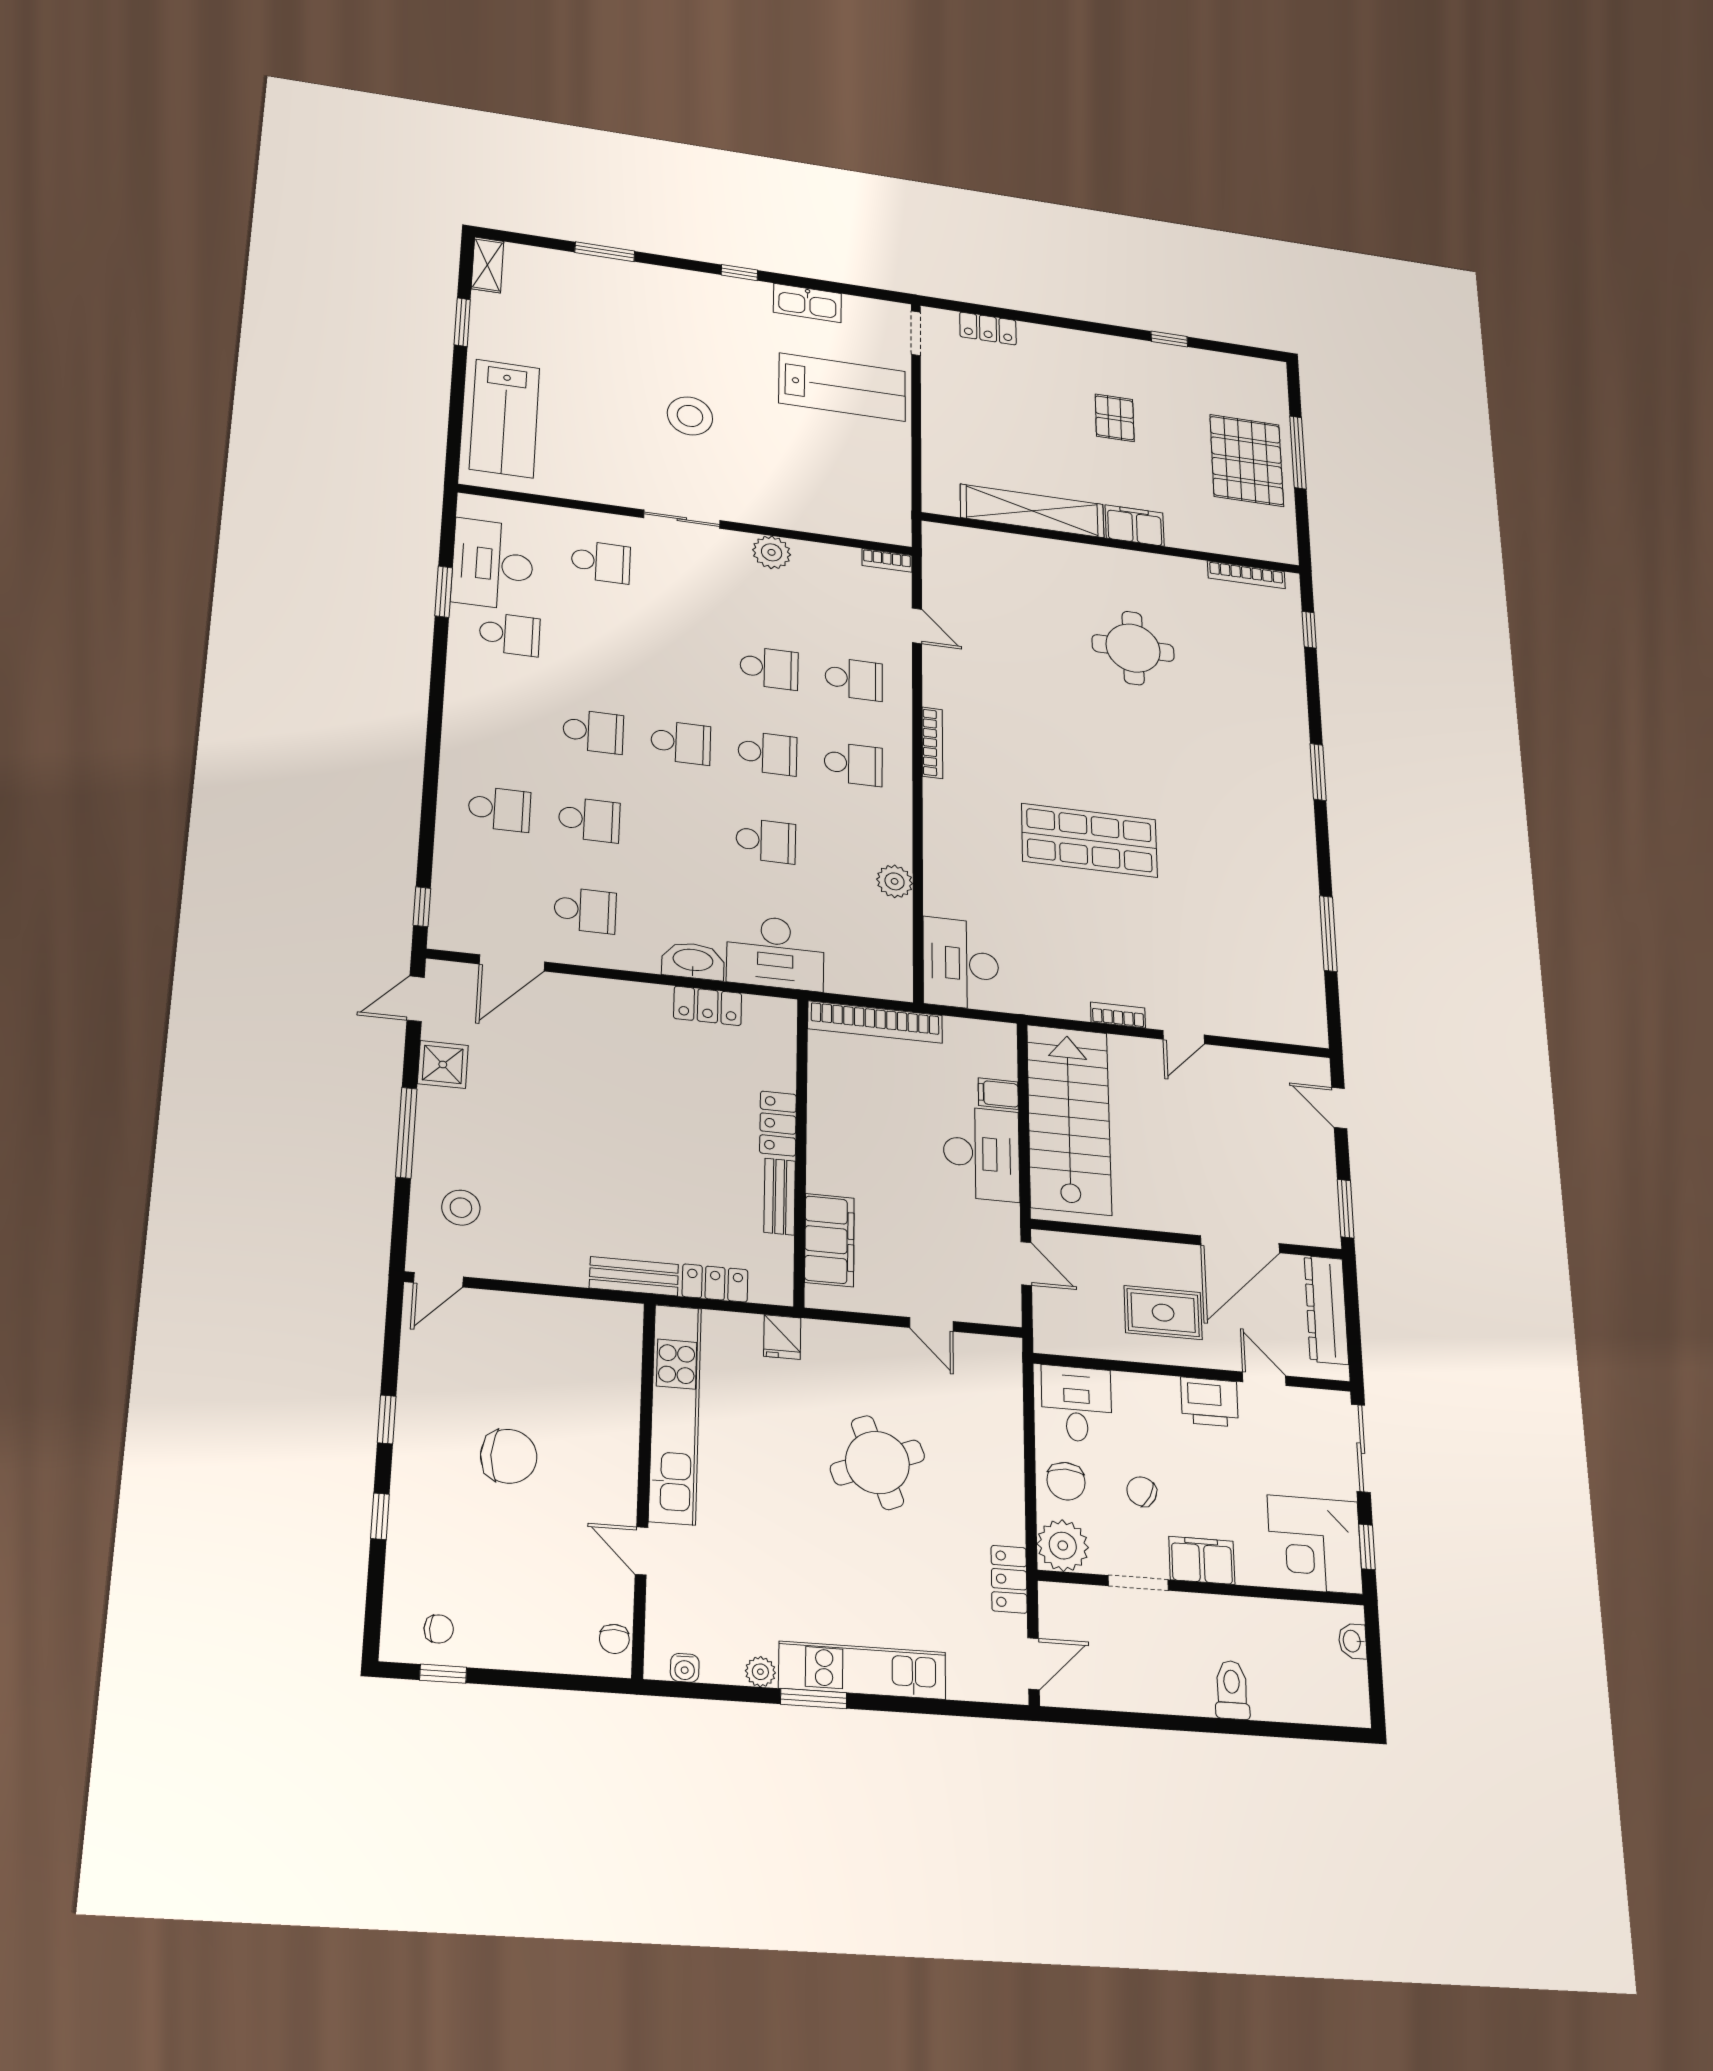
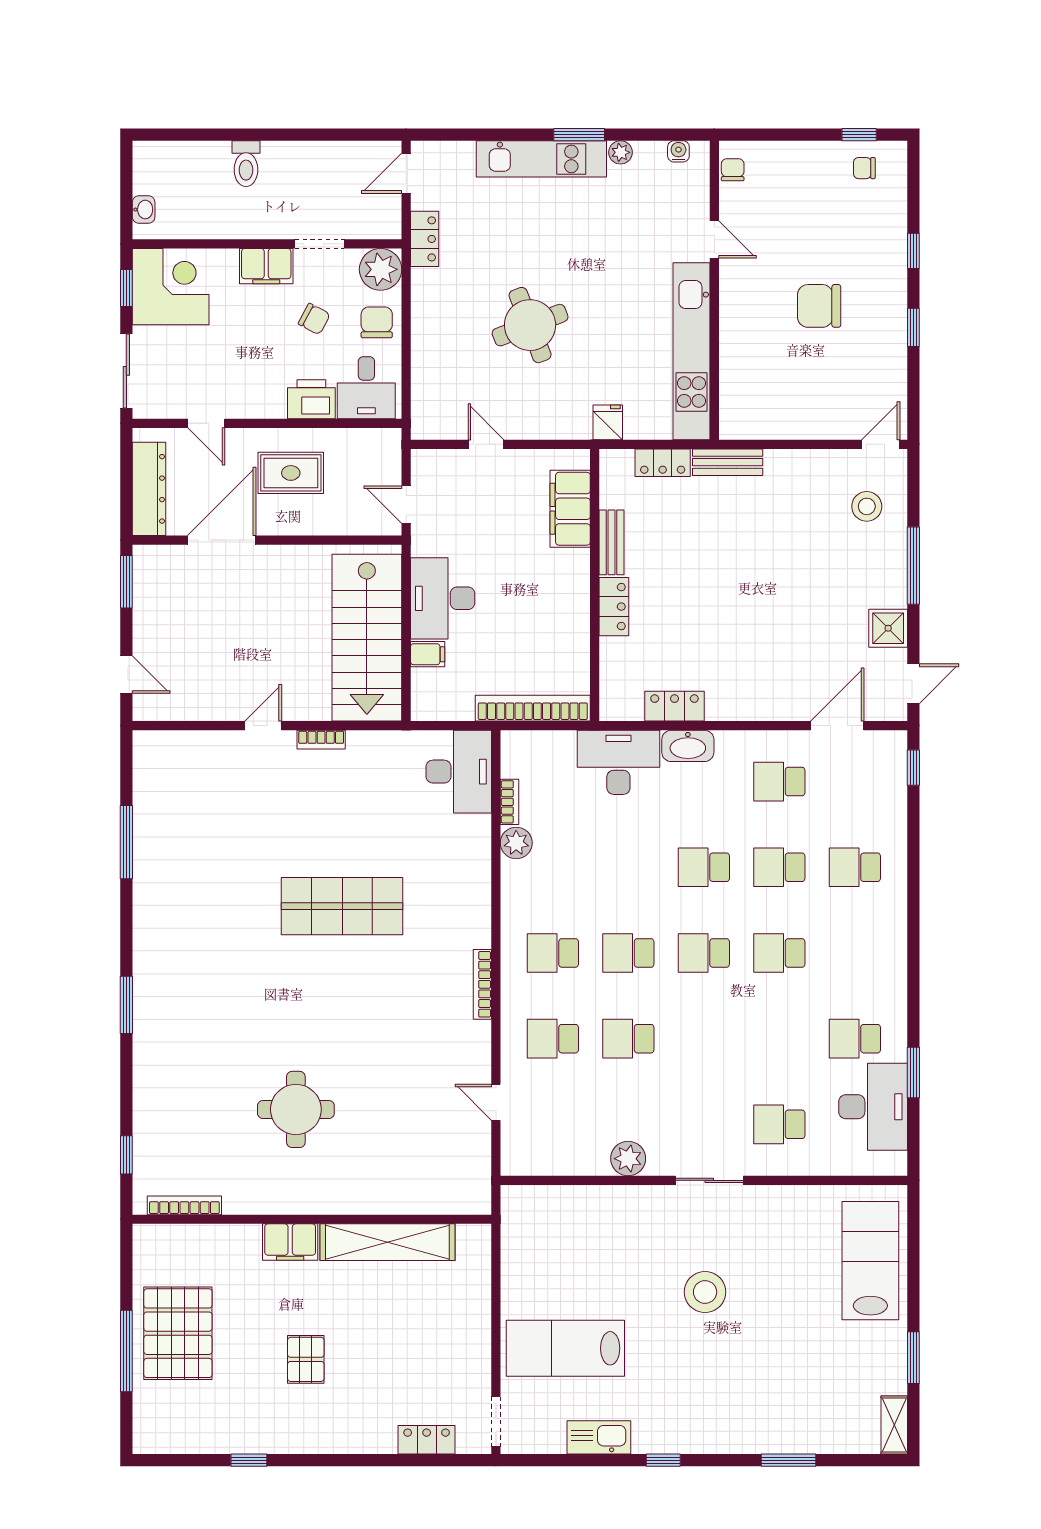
bookcase: (887, 560) -> (509, 802), moved, turned 90
school desk: (766, 841) -> (704, 867), moved
printer: (1209, 1402) -> (311, 399), moved

